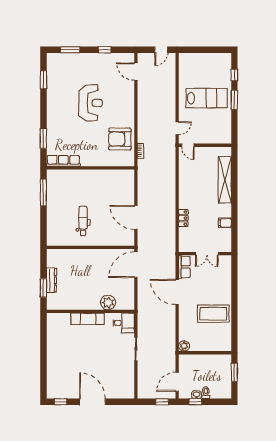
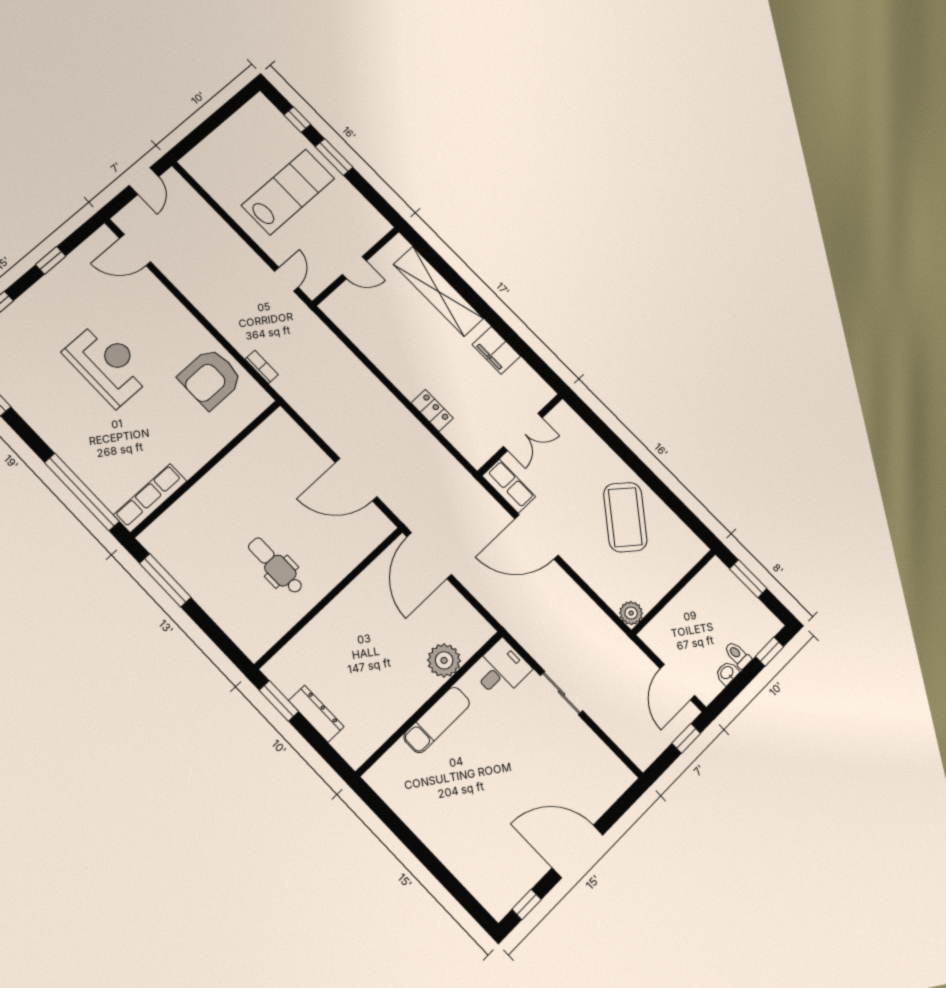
window: (43, 138) -> (82, 492), width x2.11
door: (188, 145) -> (354, 268), moved
filing cabinet: (225, 223) -> (496, 350), width x2.00
window: (43, 288) -> (279, 701), moved
coffee table: (213, 314) -> (625, 517), turned -51
window: (195, 402) -> (770, 652), moved

